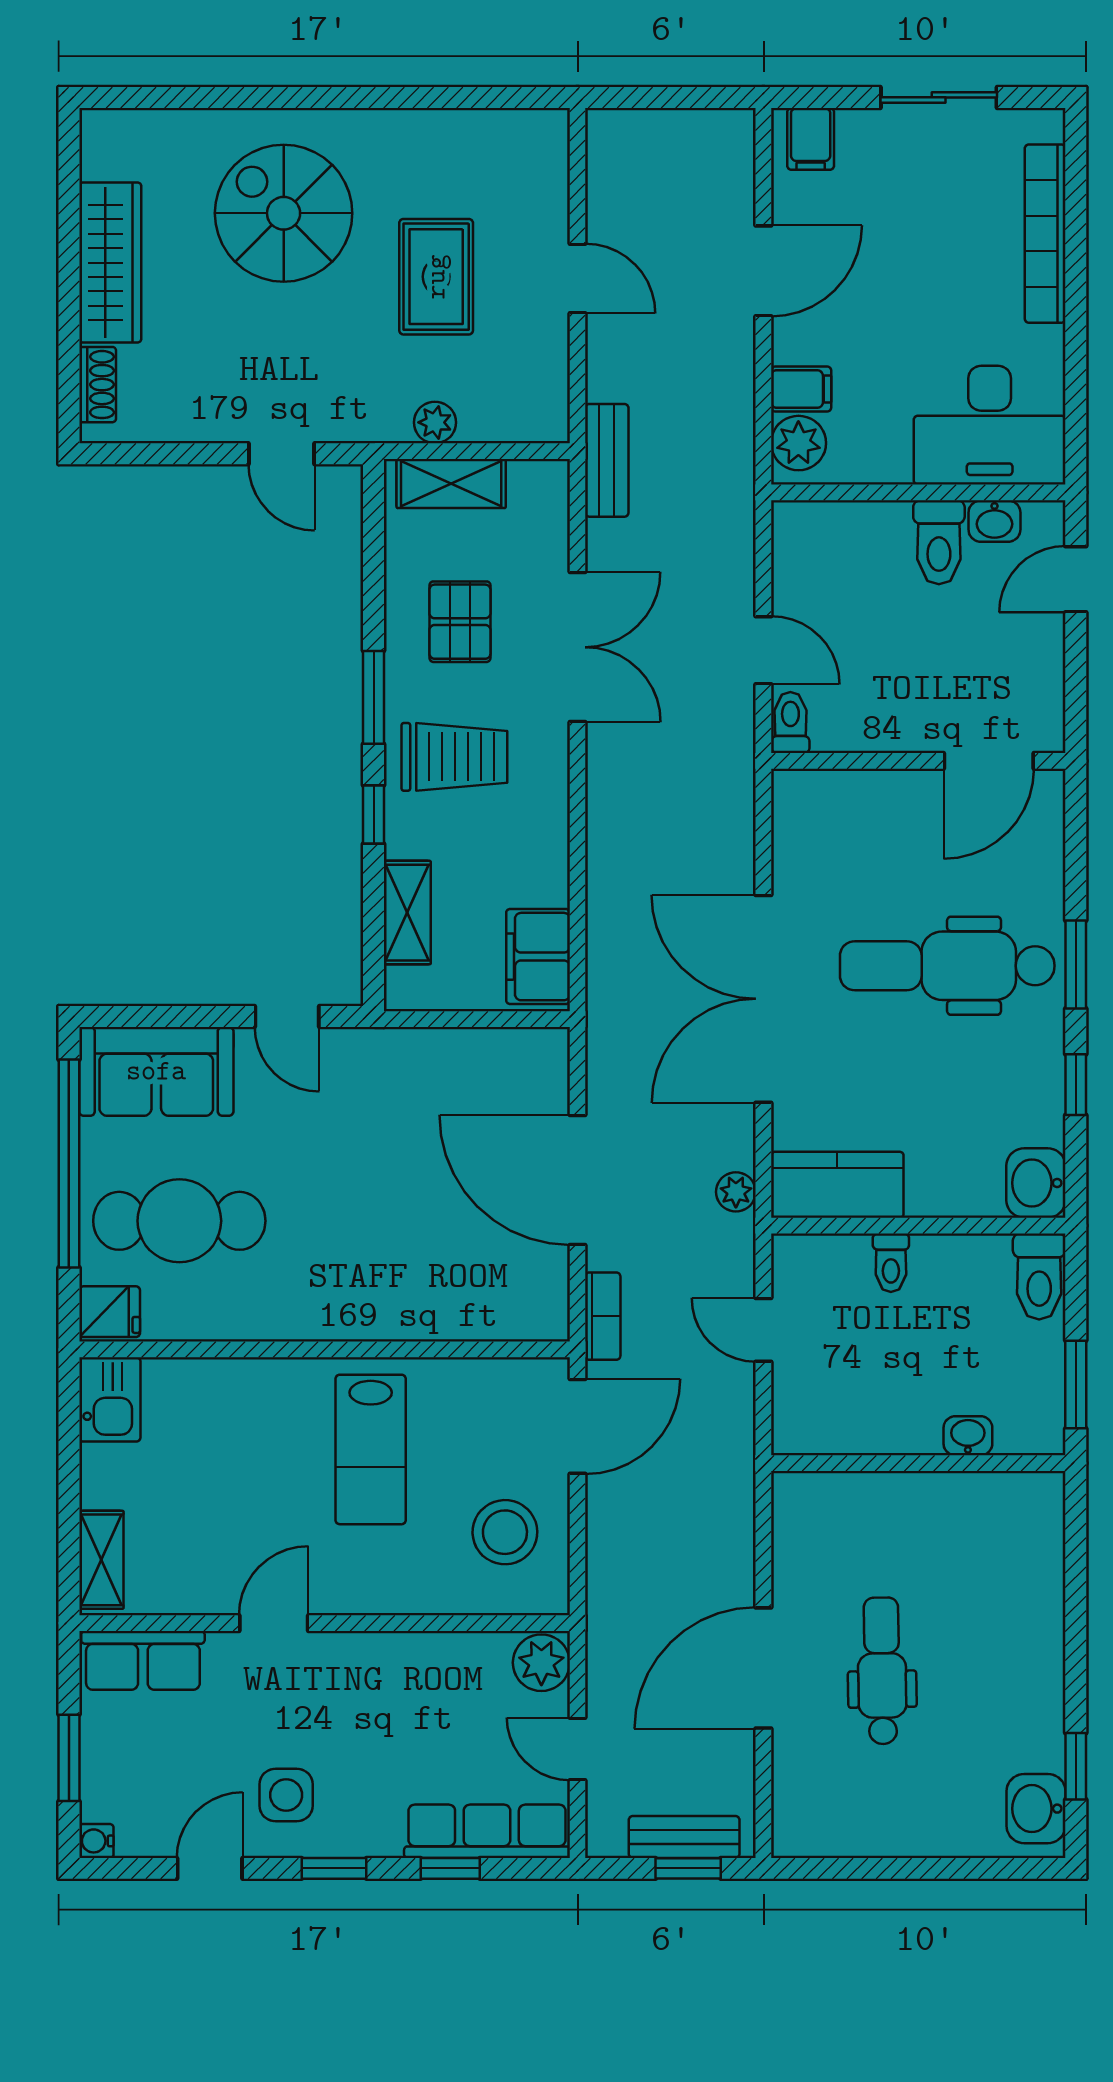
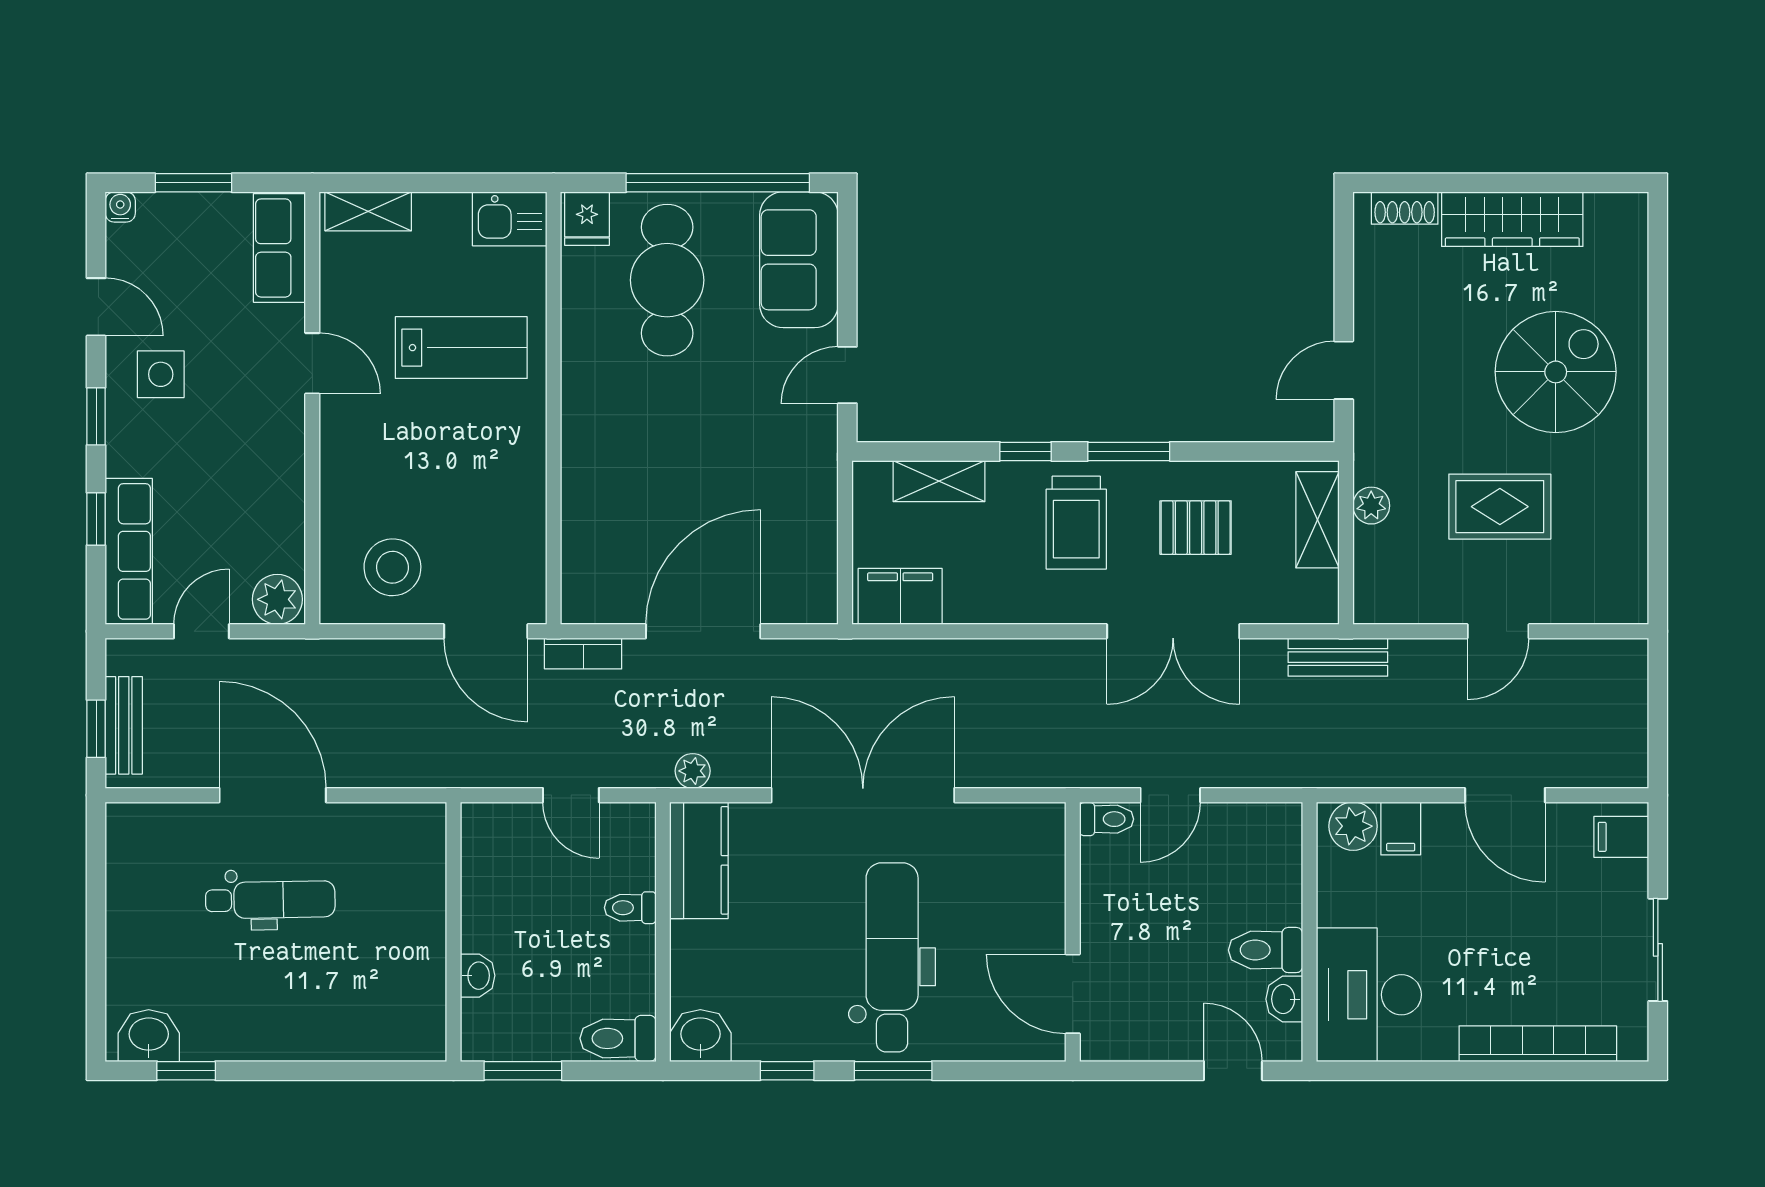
door: (763, 1330) -> (571, 795), swing flipped
lab bench: (371, 1449) -> (461, 348), moved, turned 180

